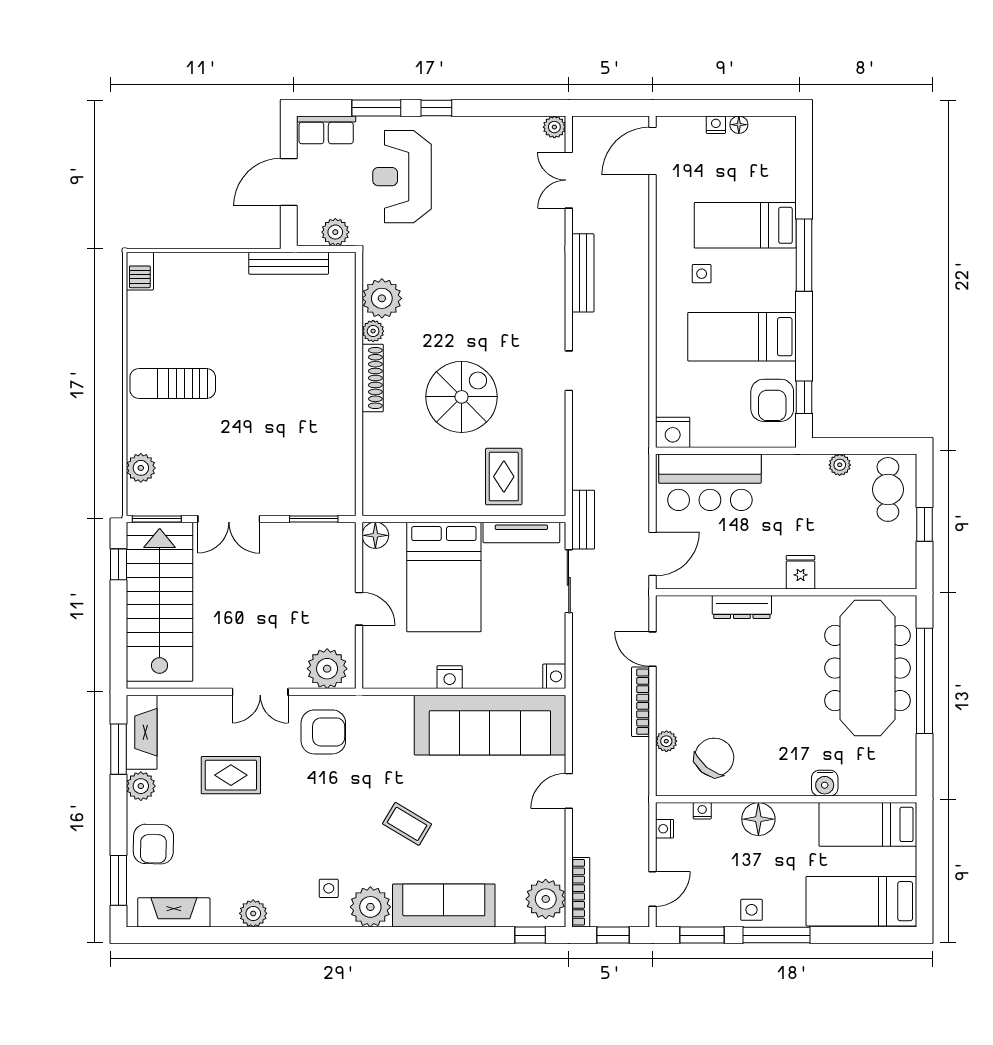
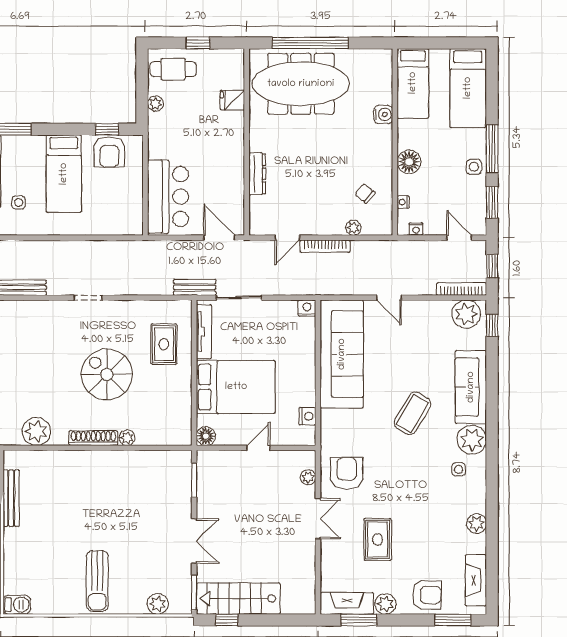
plant: (373, 331) -> (127, 438), moved
armchair: (772, 400) -> (109, 152), turned 90
nightstand: (673, 432) -> (132, 223), removed
rug: (504, 477) -> (164, 344), turned 90
fridge: (801, 572) -> (232, 100), moved
stairs: (160, 602) -> (238, 599), width x0.73, depth x0.66
plant: (327, 669) -> (308, 477), width x0.53, depth x0.53
nightstand: (450, 677) -> (307, 416), moved
chair: (714, 757) -> (365, 193), width x0.54, depth x0.54
coffee table: (407, 824) -> (412, 413), width x1.36, depth x1.30

